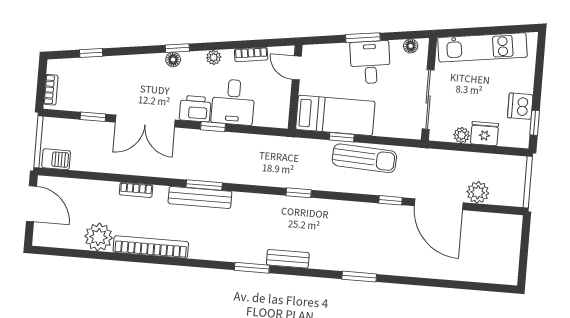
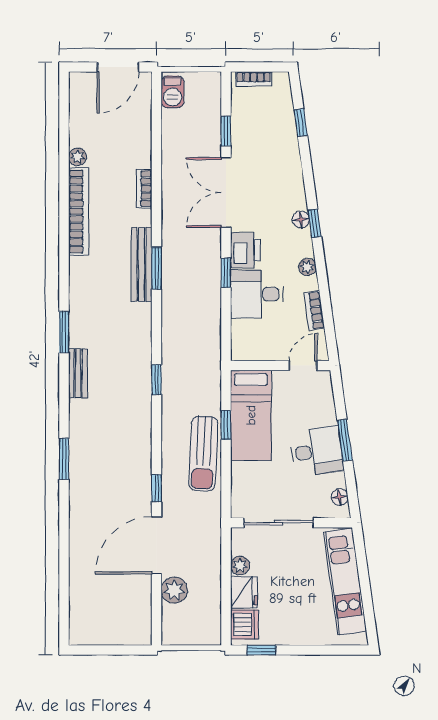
dishwasher: (520, 106) -> (244, 624), moved, turned 90
plant: (99, 237) -> (78, 157), width x0.53, depth x0.53

